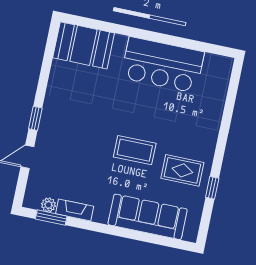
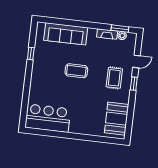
booth: (84, 45) -> (117, 119), moved, turned 90
bar counter: (163, 65) -> (48, 118), moved
rug: (182, 170) -> (114, 78), moved, turned 90

